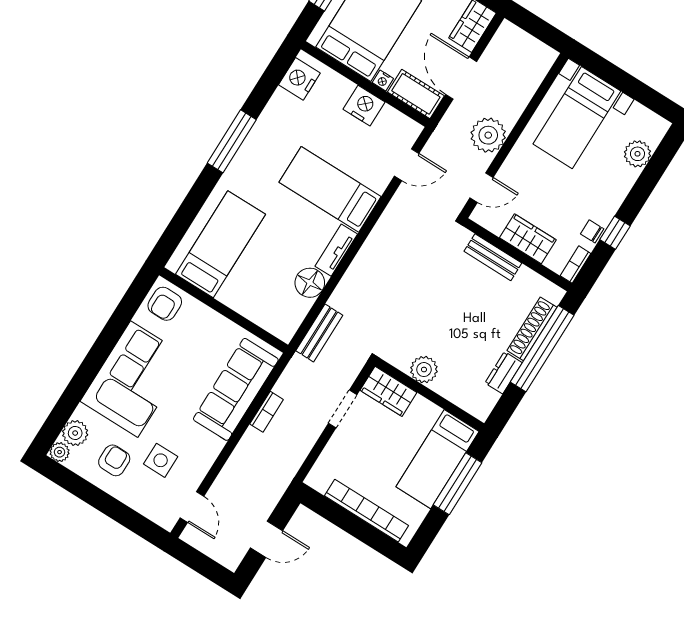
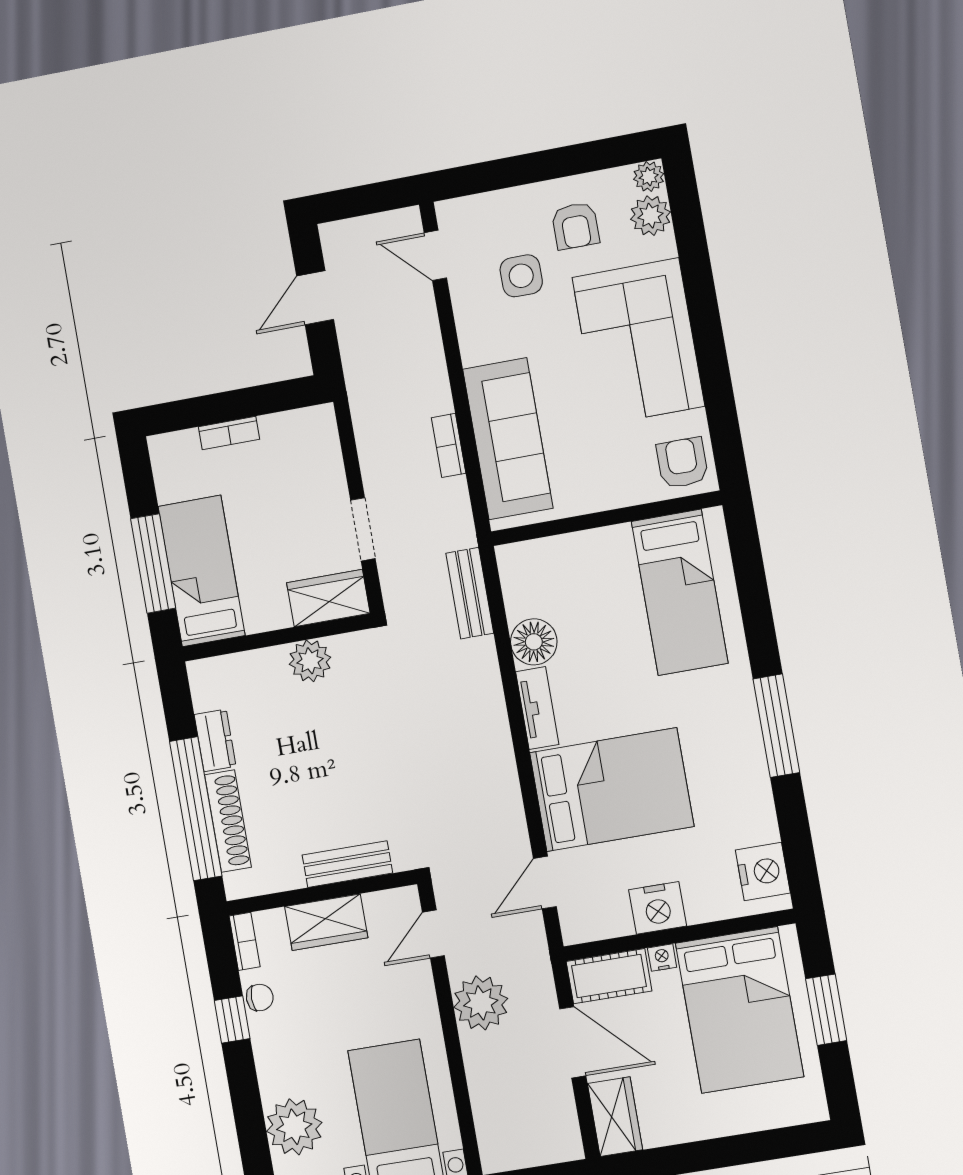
plant: (637, 154) -> (294, 1127), width x1.36, depth x1.36
bed: (330, 189) -> (612, 790), width x1.50
bookcase: (366, 511) -> (229, 433), width x0.43, depth x0.76

